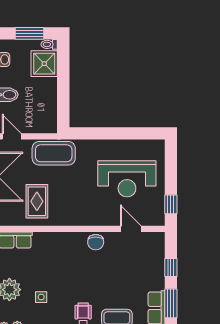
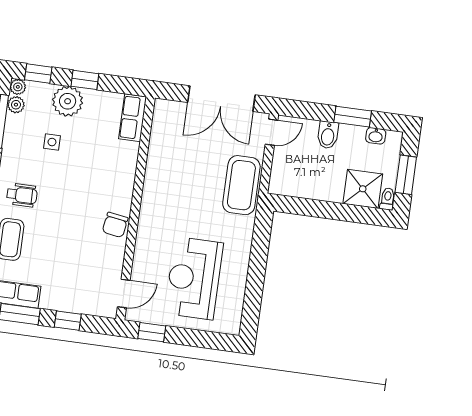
rug: (37, 201) -> (180, 154), removed
door: (131, 229) -> (124, 294), moved
chair: (96, 242) -> (115, 225), turned -81

